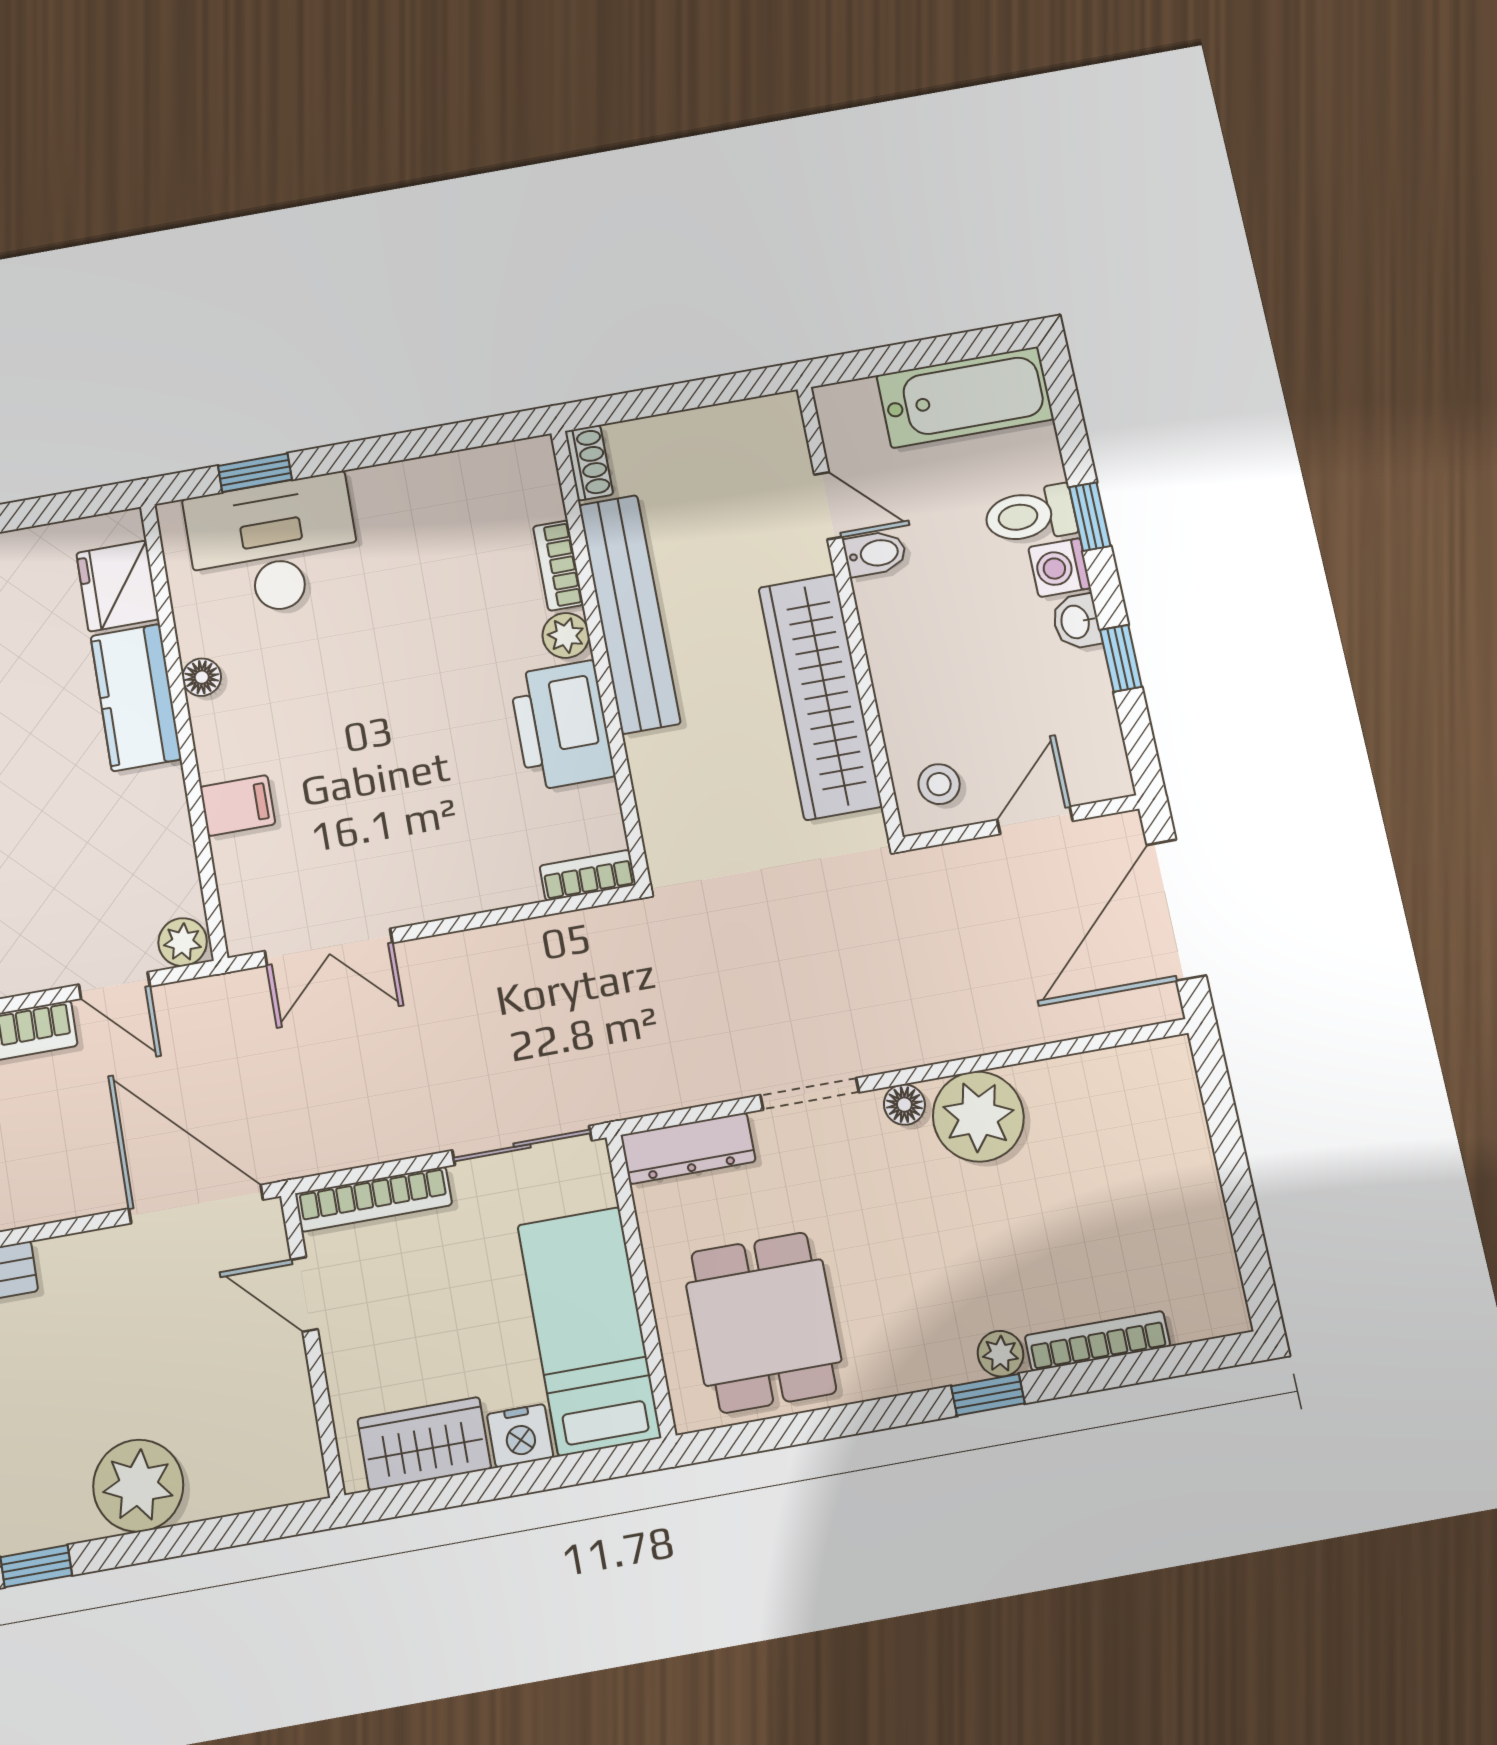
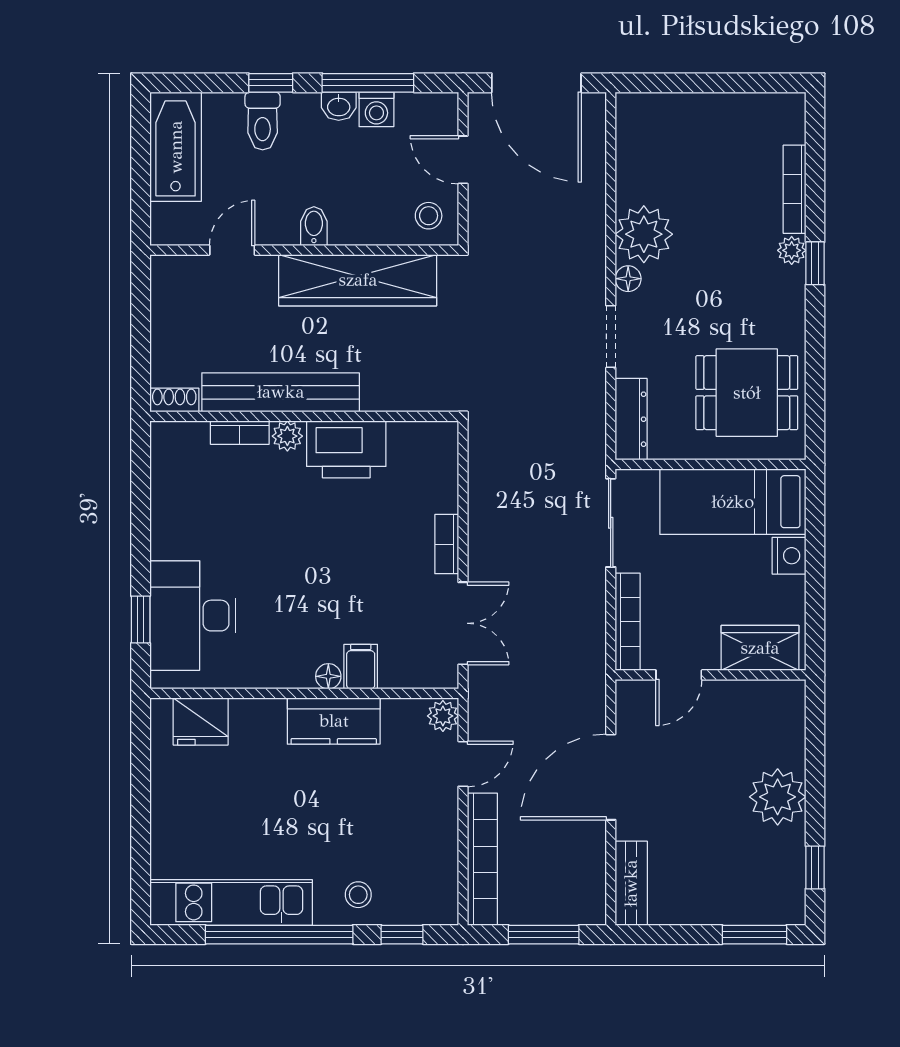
bidet: (875, 554) -> (314, 226), moved
washing machine: (1060, 568) -> (376, 109), moved
window: (1121, 658) -> (368, 83), width x2.17
floor lamp: (202, 677) -> (328, 676), moved
kitchen counter: (136, 697) -> (334, 721), moved
bookcase: (588, 875) -> (447, 544), moved
door: (196, 1204) -> (611, 777), moved
wardrobe: (424, 1444) -> (760, 648), moved, turned 90

